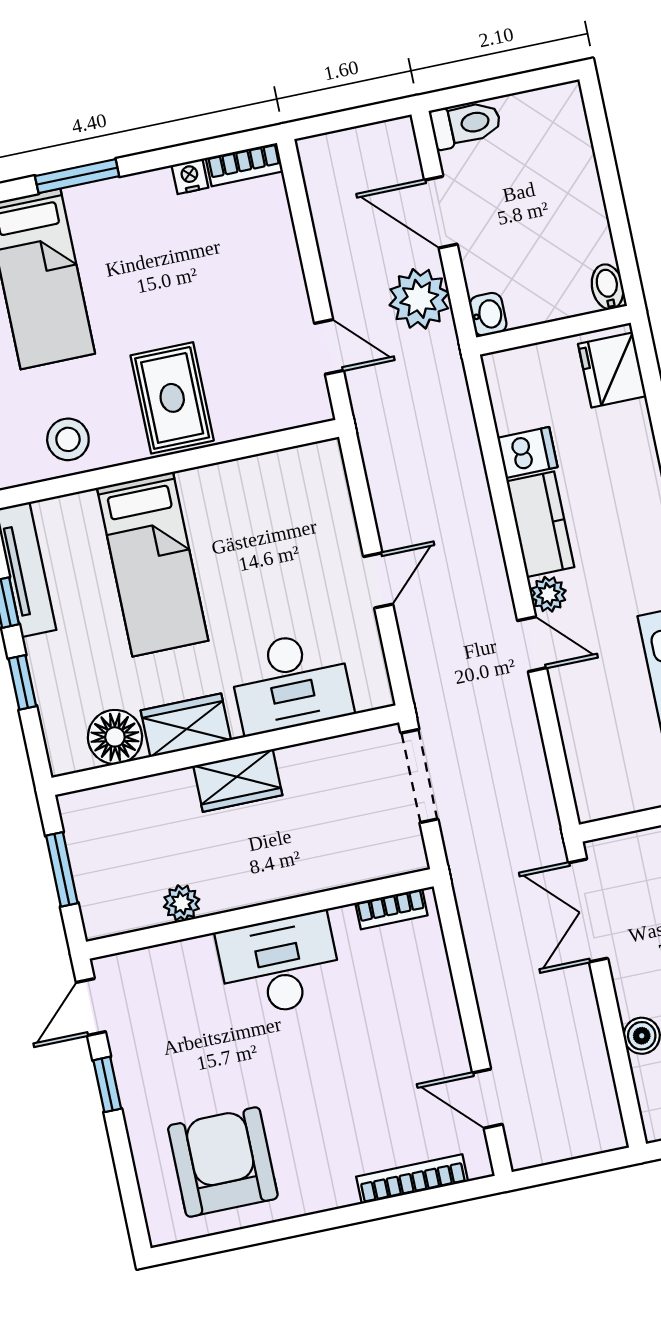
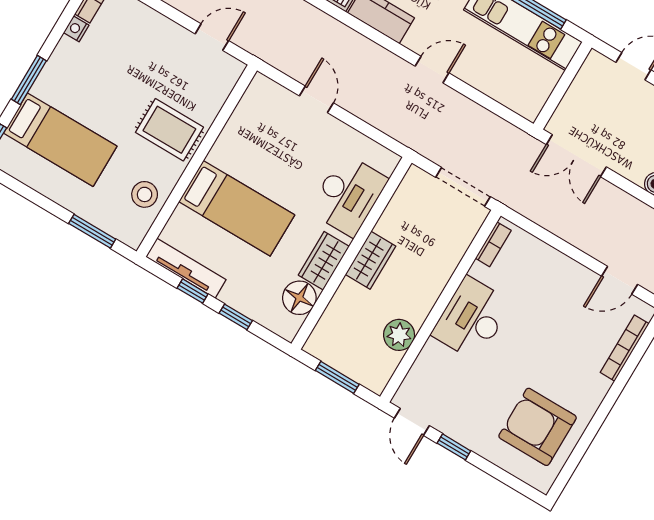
door: (378, 580) -> (316, 99), moved
plant: (548, 594) -> (416, 41), removed
doorway: (419, 776) -> (463, 187), moved
plant: (182, 903) -> (399, 335), width x1.38, depth x1.38

